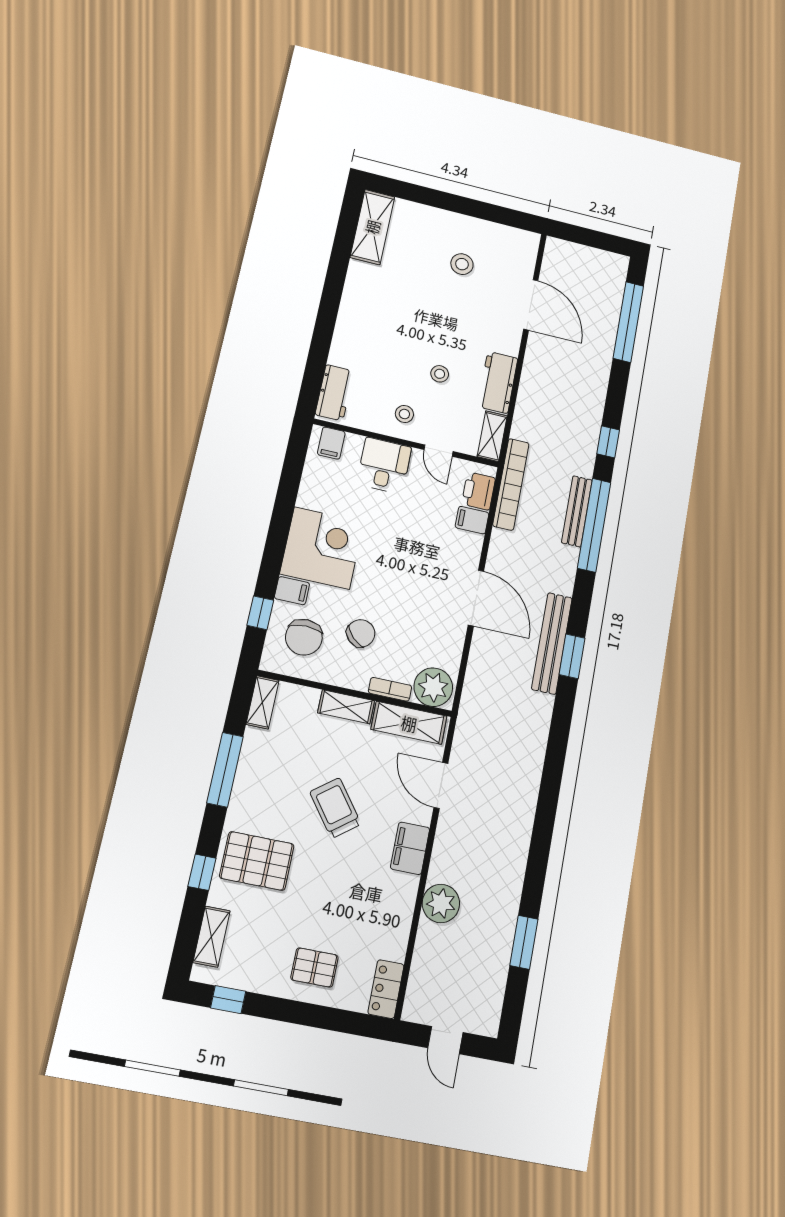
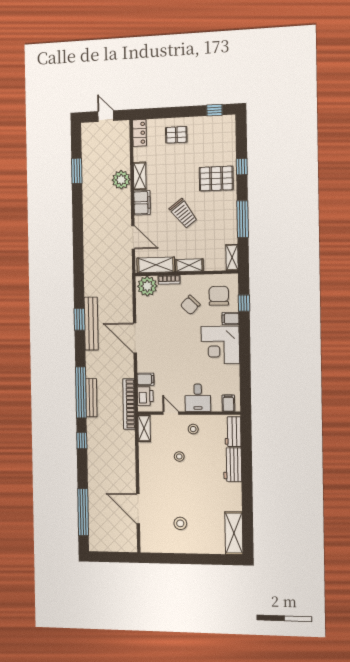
workbench: (498, 382) -> (233, 465), moved, turned 180
shelving: (212, 937) -> (140, 176), moved

